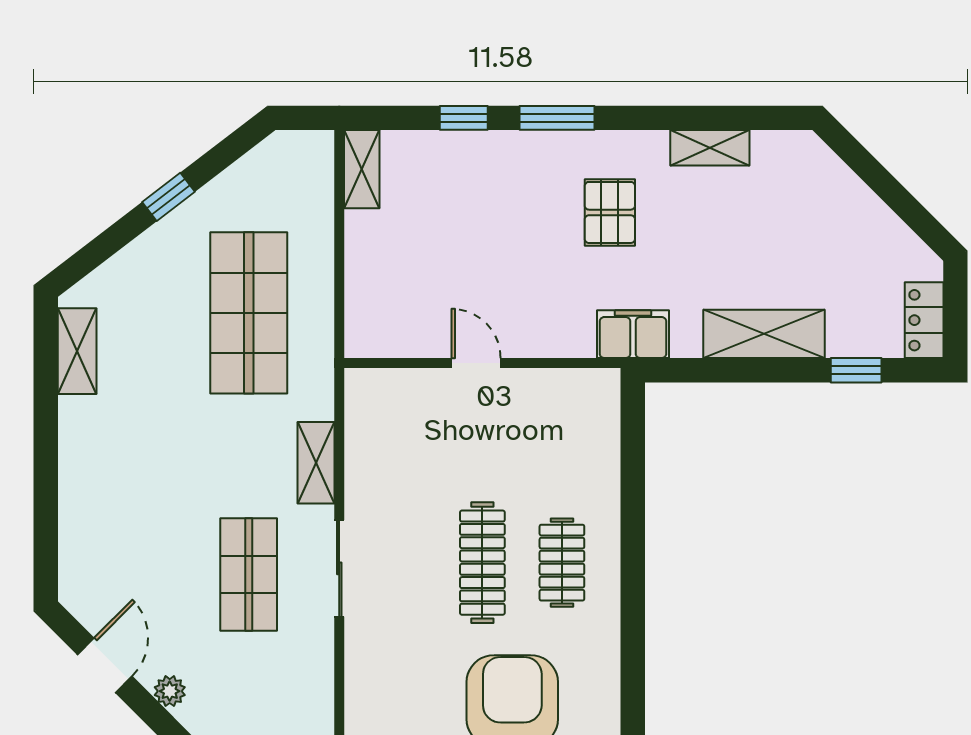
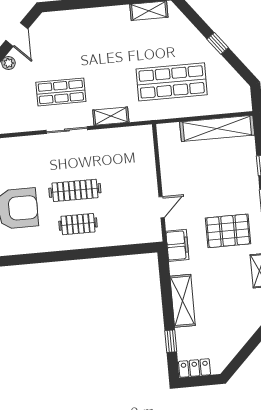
shelving: (362, 169) -> (217, 128), width x2.20, depth x1.33
pallet: (610, 212) -> (228, 231), width x1.50, depth x1.42
door: (476, 363) -> (162, 207), moved
door: (105, 665) -> (17, 35), hinge flipped

